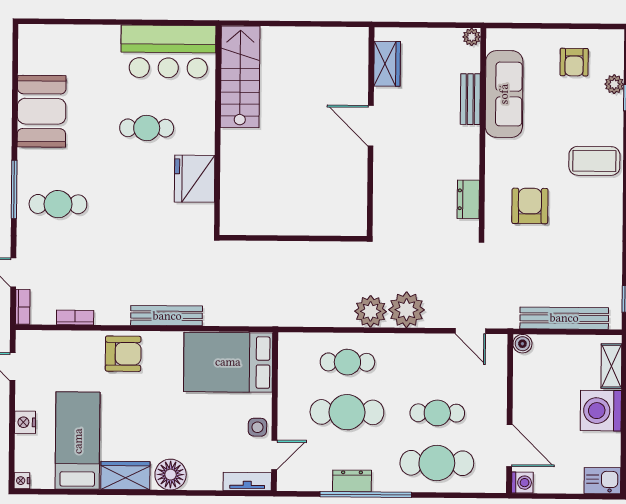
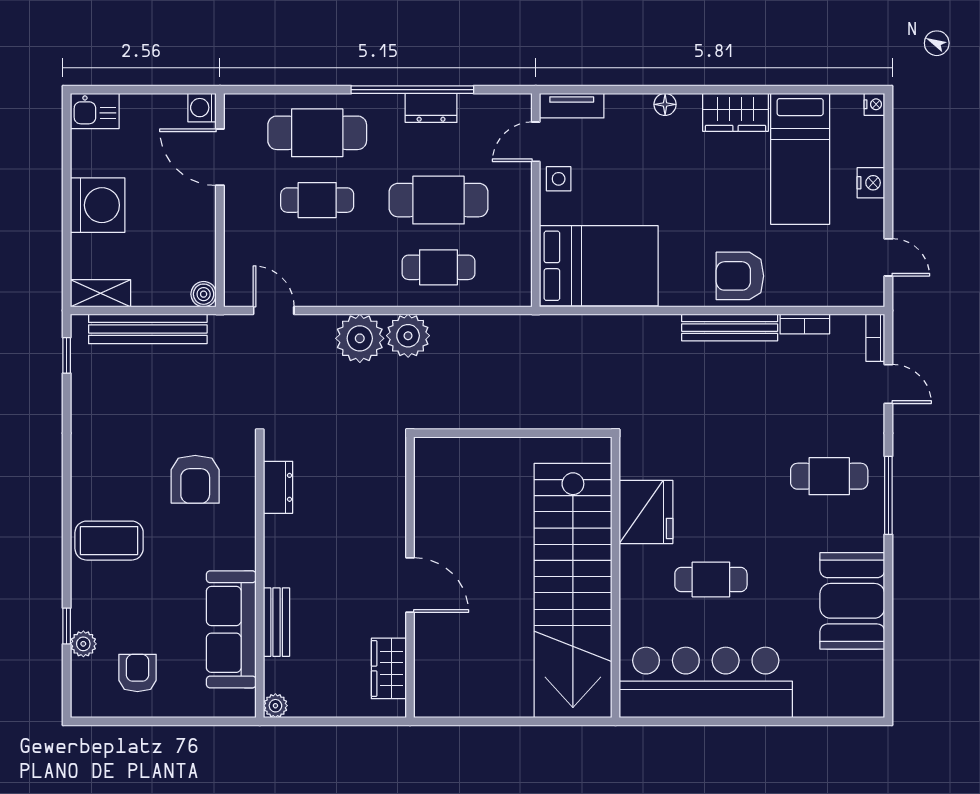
bar counter: (168, 52) -> (706, 682), width x1.36
stairs: (240, 77) -> (573, 591), width x1.86, depth x1.51
bench: (167, 316) -> (730, 328), moved
shelving: (611, 366) -> (100, 293), moved, turned 90
floor lamp: (171, 475) -> (665, 104), width x0.53, depth x0.53

